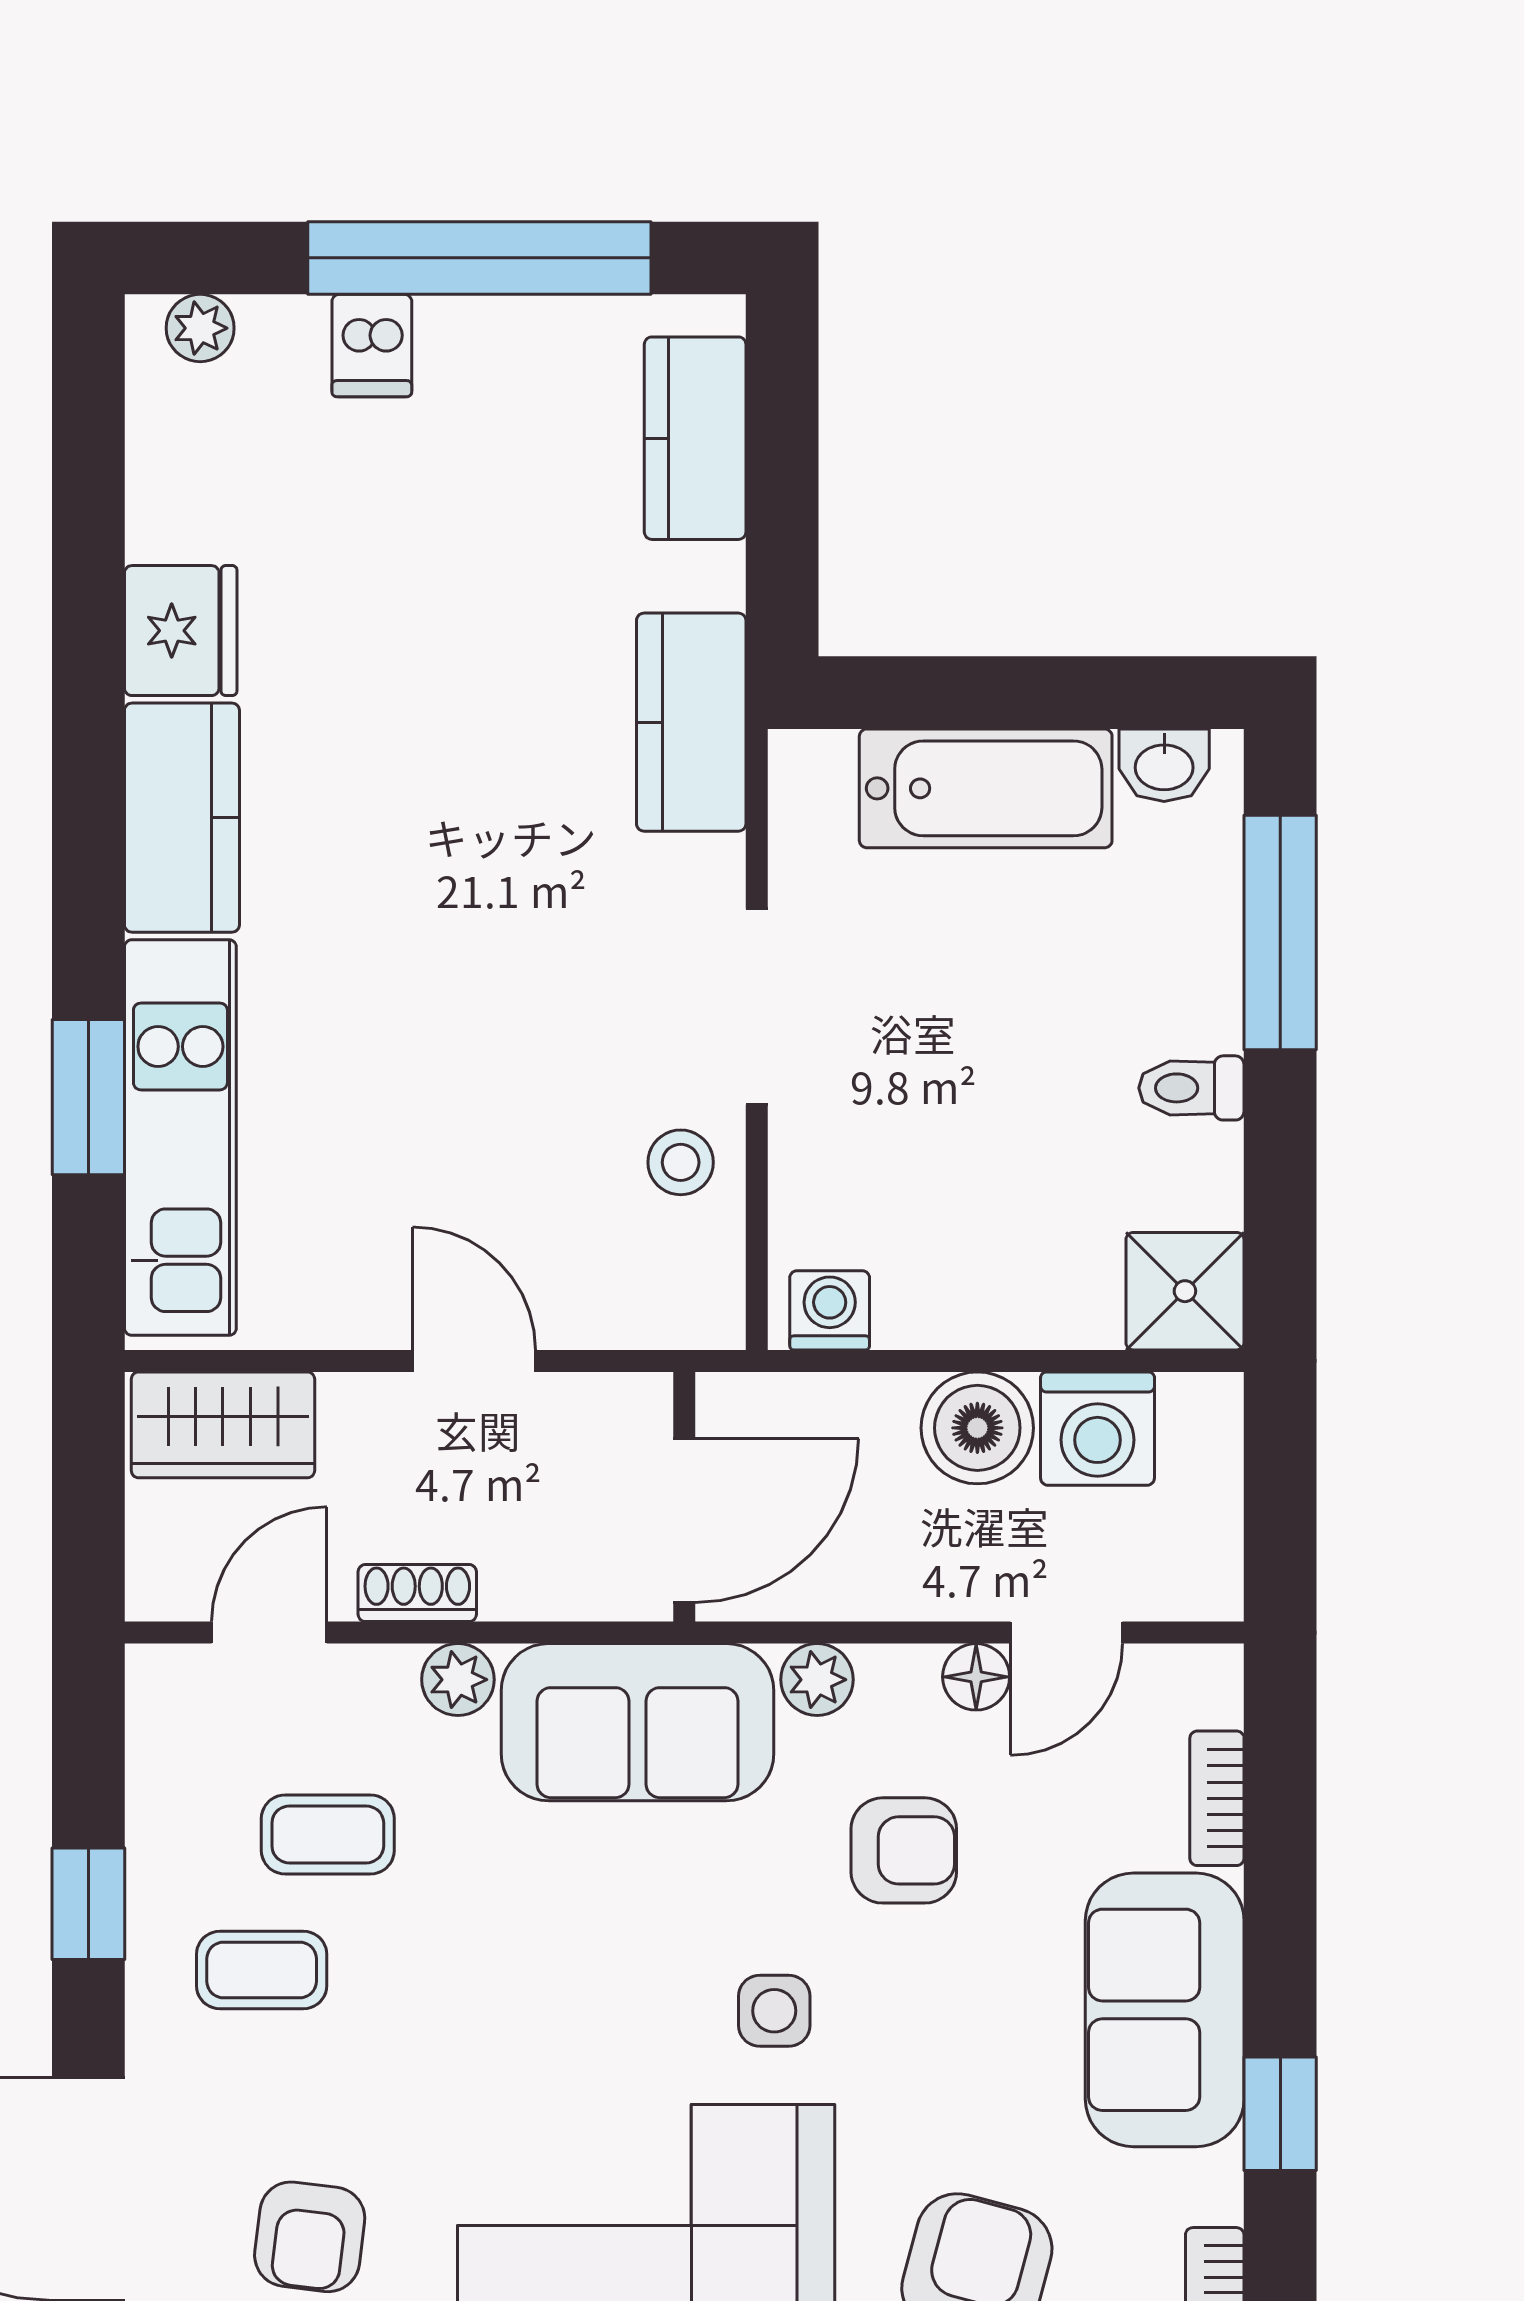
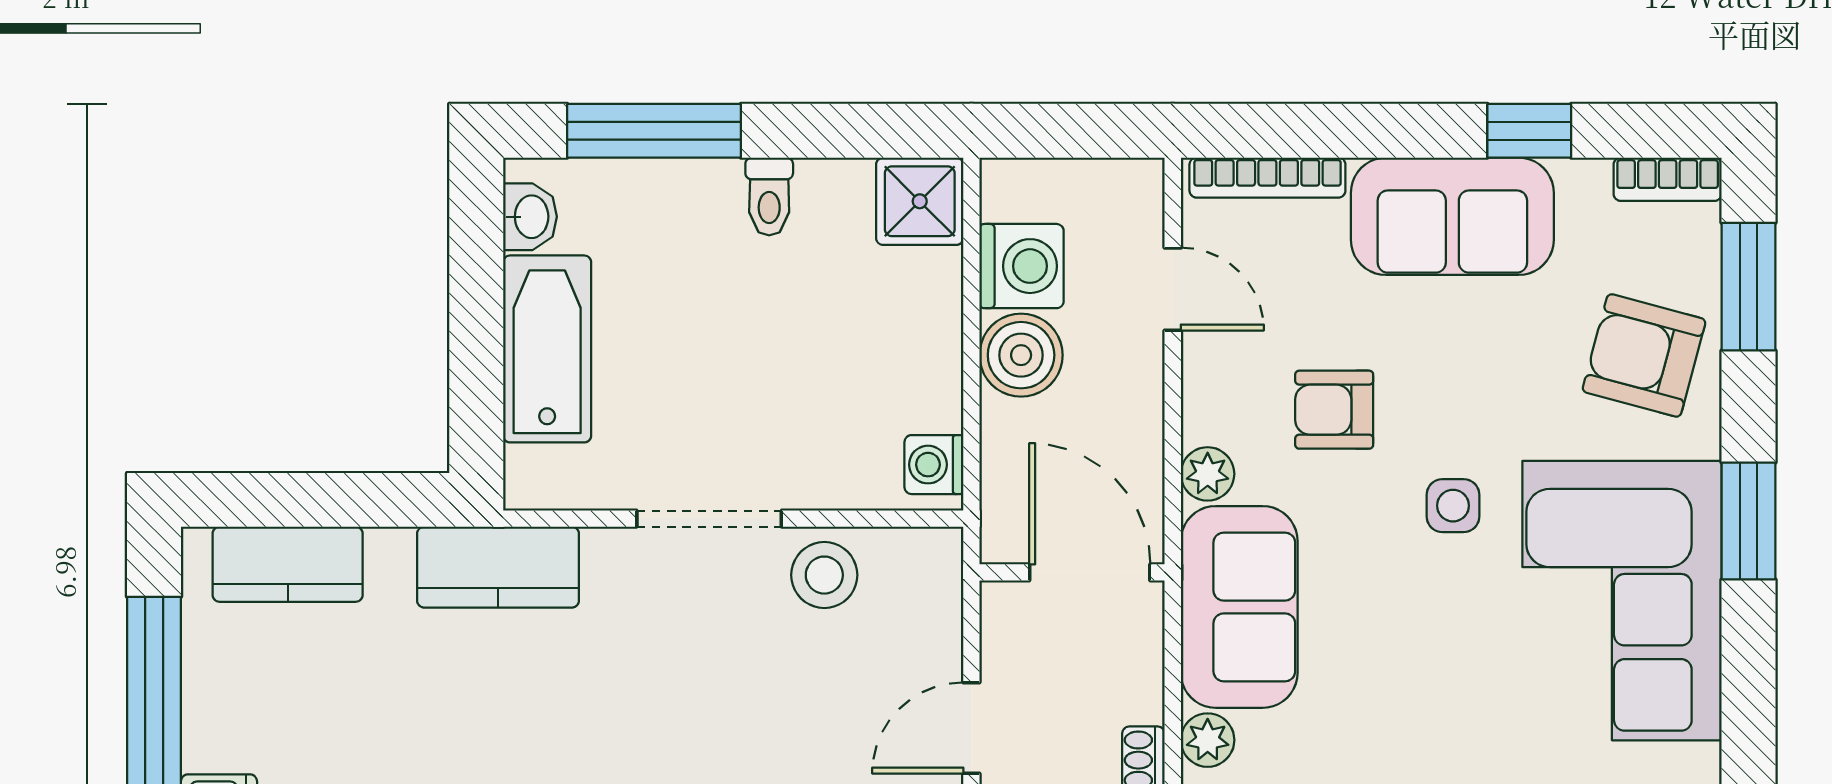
stool: (681, 1162) -> (824, 575), width x1.37, depth x1.37
floor lamp: (976, 1677) -> (1206, 356), removed
bookcase: (1217, 1798) -> (1267, 178), width x1.56
armchair: (904, 1850) -> (1334, 410), turned -90

